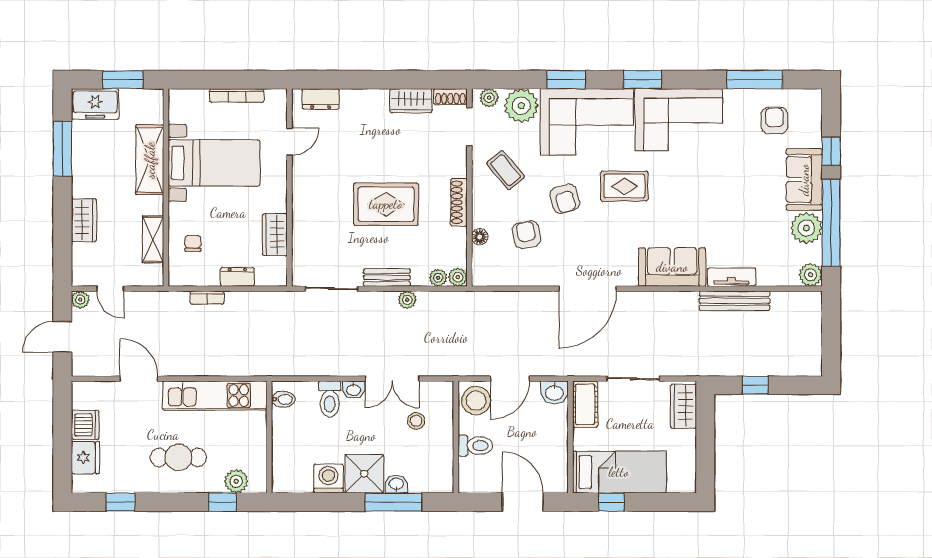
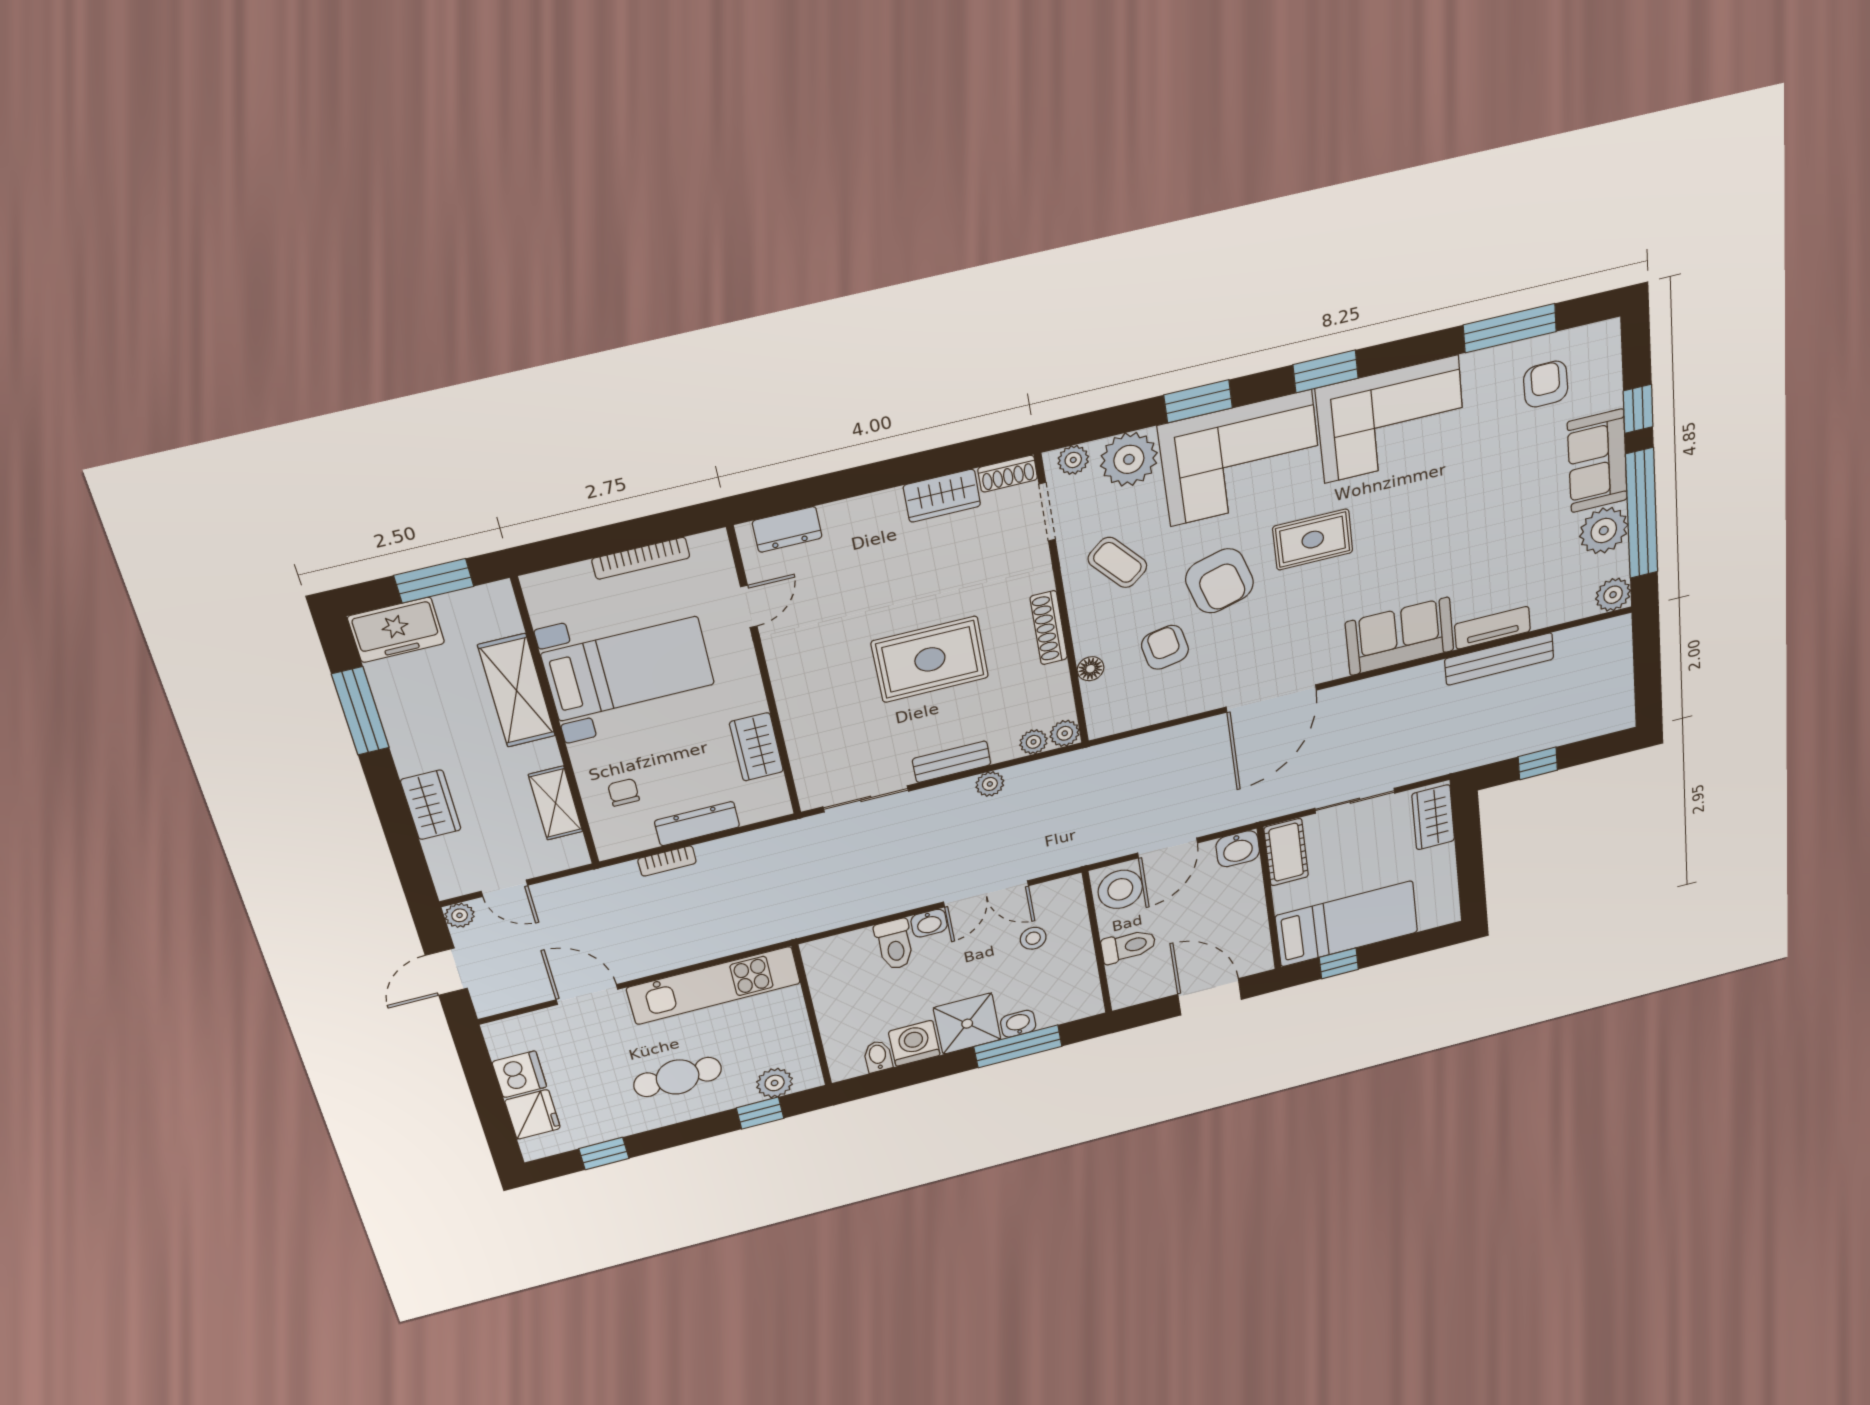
armchair: (565, 199) -> (1220, 581), width x1.38, depth x1.38
dresser: (237, 277) -> (697, 824), width x1.44
bidet: (283, 399) -> (878, 1056), moved, turned -90

